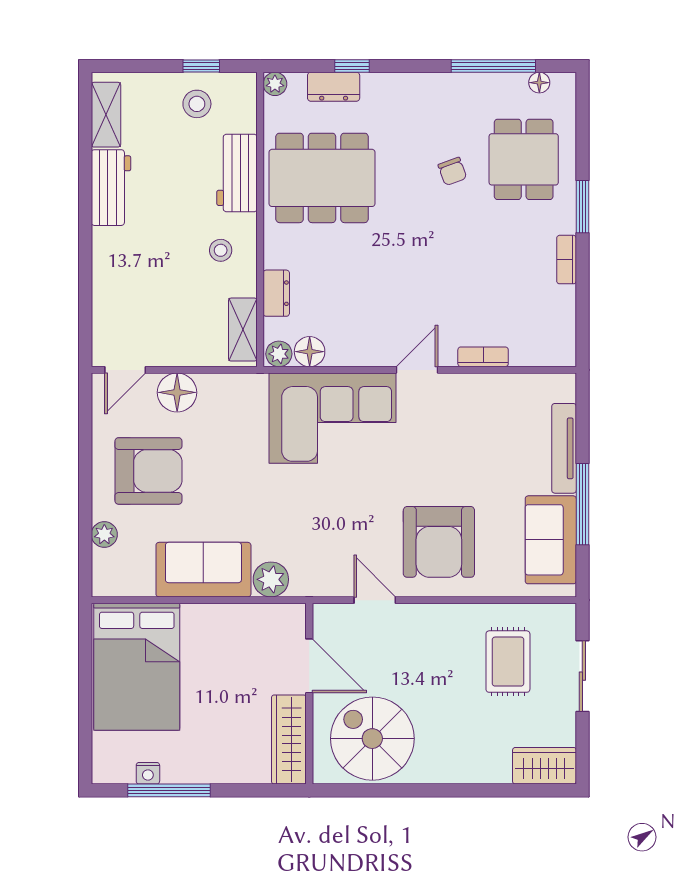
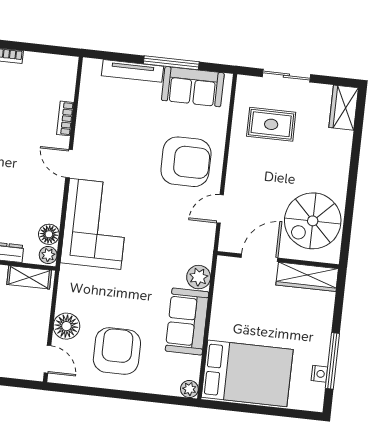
plant: (104, 534) -> (189, 389), moved

